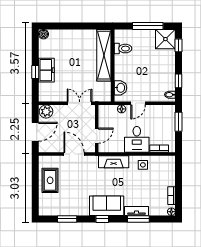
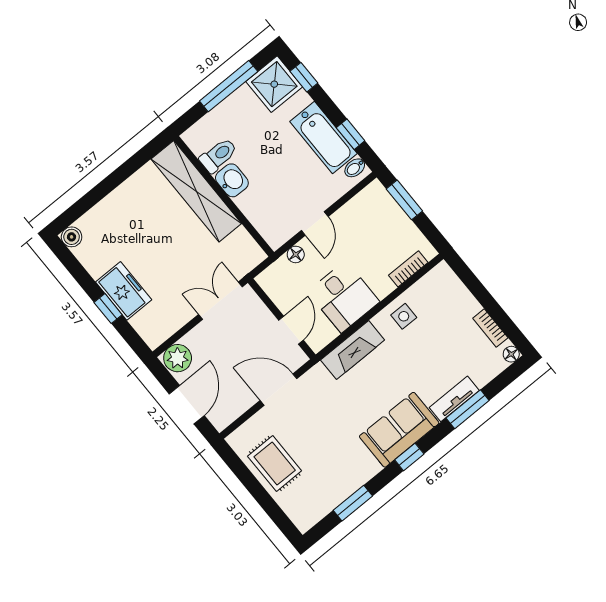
bathtub: (168, 74) -> (323, 137), added
washbasin: (120, 88) -> (232, 180), moved
desk: (137, 139) -> (344, 297), moved

